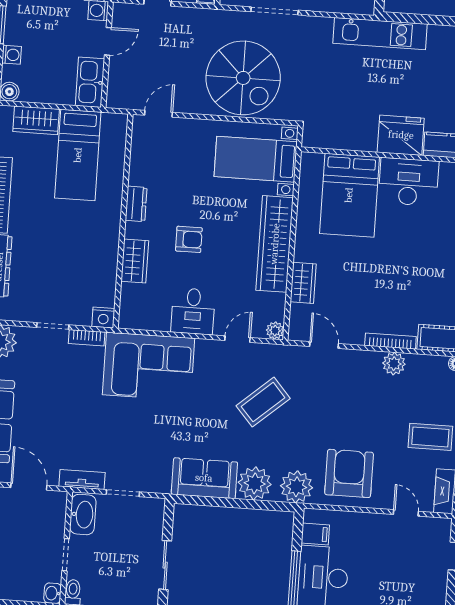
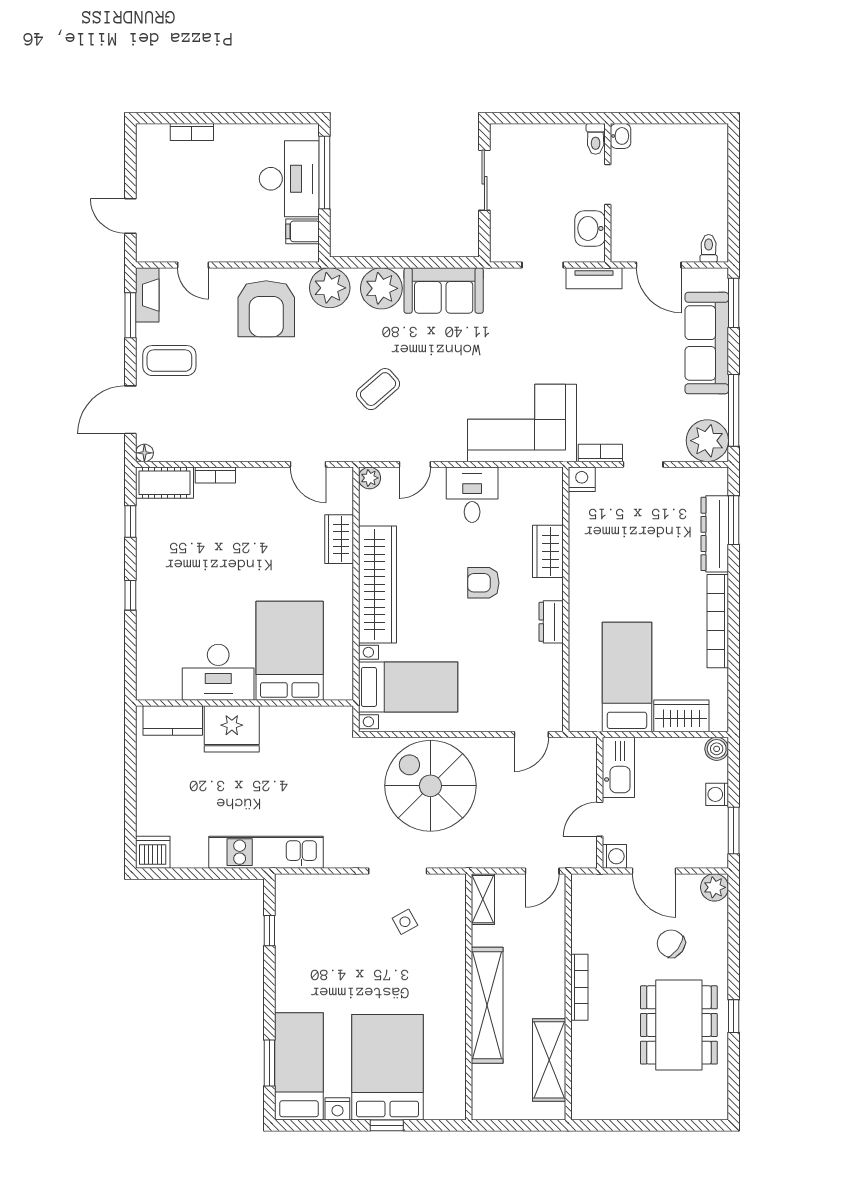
bookcase: (390, 341) -> (215, 475), width x0.64
plant: (394, 364) -> (220, 448), removed
coffee table: (263, 402) -> (378, 389), width x0.73, depth x0.77
washbasin: (83, 515) -> (590, 228), width x0.72

